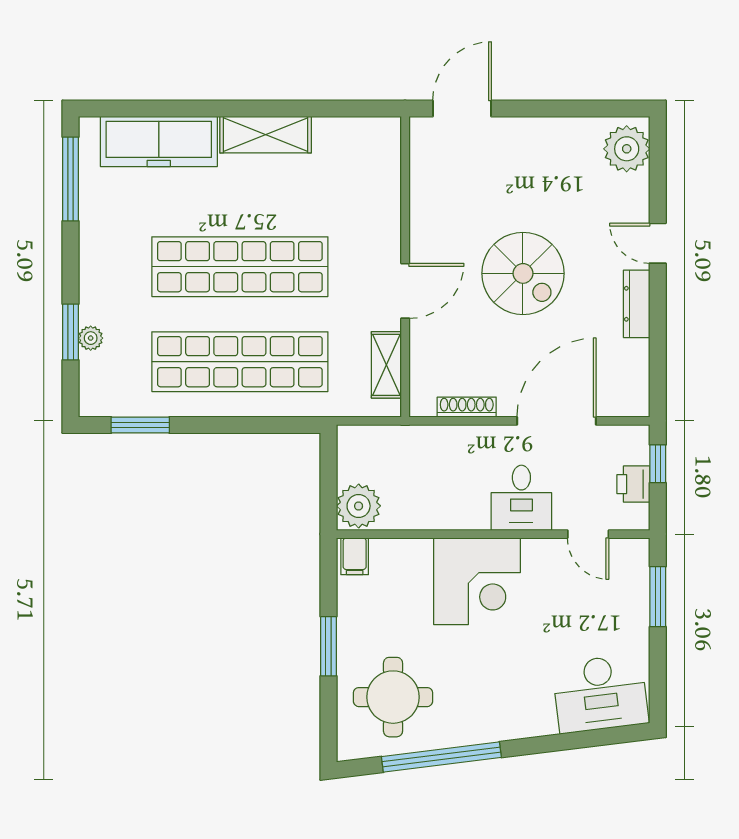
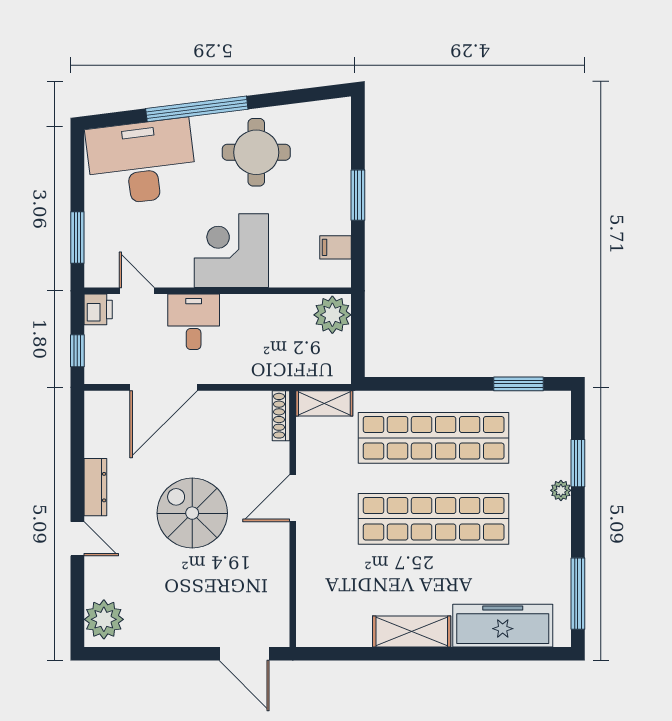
door: (462, 108) -> (244, 654), hinge flipped
plant: (91, 338) -> (561, 490), moved
shelving: (386, 365) -> (324, 403), moved, turned 90
shoe rack: (467, 407) -> (281, 416), moved, turned 90
printer: (633, 484) -> (98, 309), moved
filing cabinet: (355, 556) -> (336, 247), moved, turned -90
desk: (600, 694) -> (141, 162), width x1.36, depth x1.30
round table: (393, 697) -> (256, 152), moved
window: (441, 757) -> (197, 109), moved

